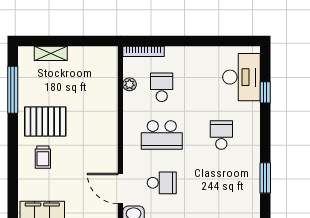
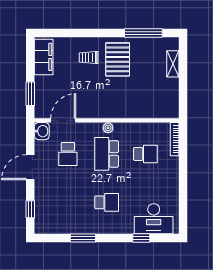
plant: (129, 84) -> (108, 128), moved
window: (265, 178) -> (83, 238), moved

